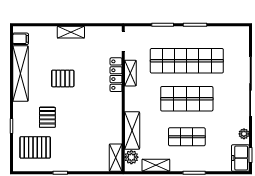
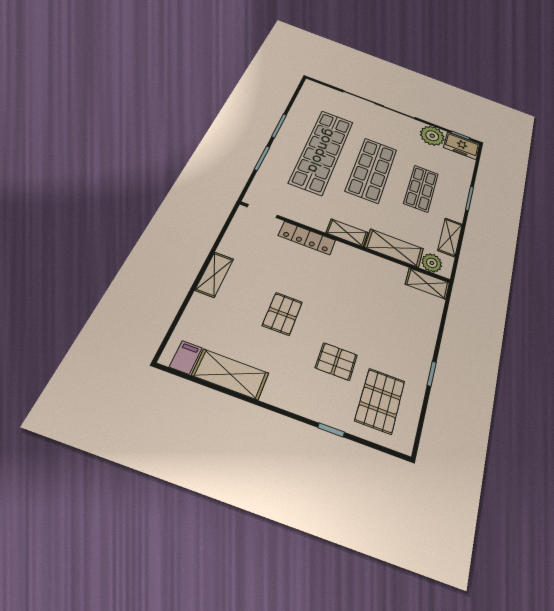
shelving: (130, 73) -> (347, 233), moved
shelving: (20, 74) -> (230, 374), width x0.68
plant: (244, 134) -> (432, 136), width x1.87, depth x1.87

